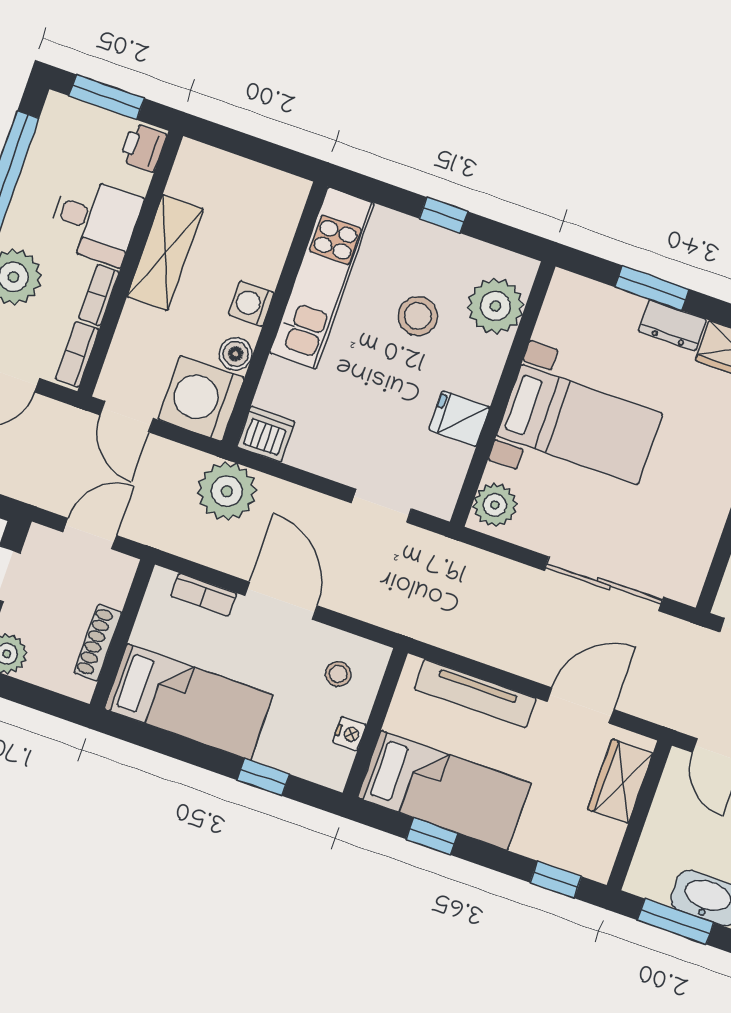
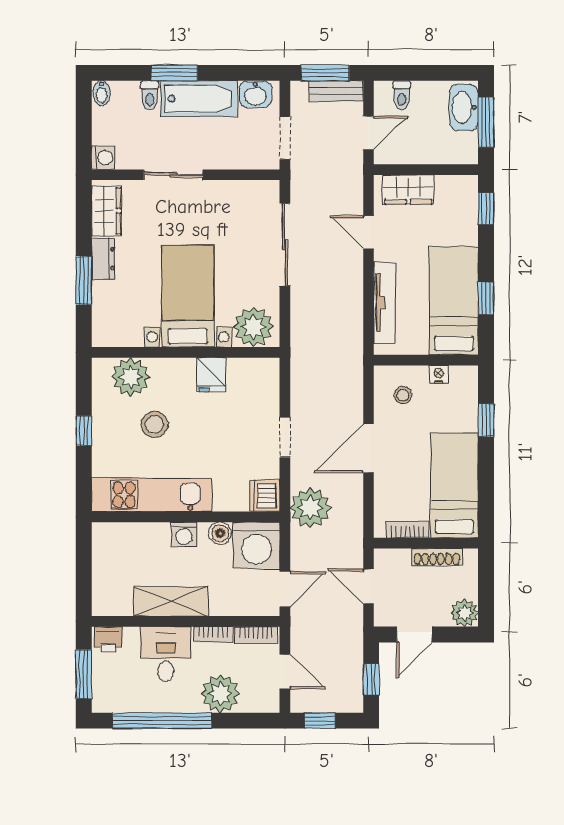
plant: (495, 505) -> (253, 327), width x1.36, depth x1.36
doorway: (382, 506) -> (285, 437), moved
bookcase: (204, 595) -> (408, 529), moved, turned -90
door: (580, 705) -> (368, 232), width x0.73

